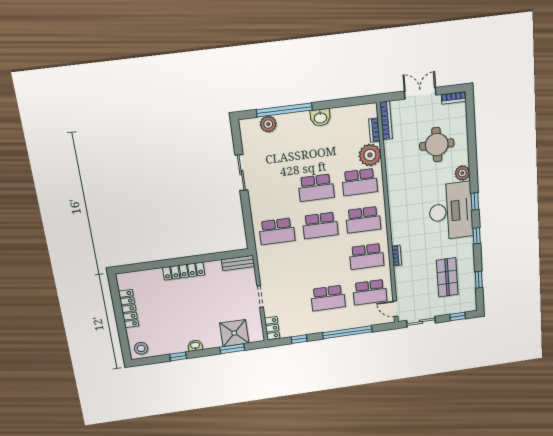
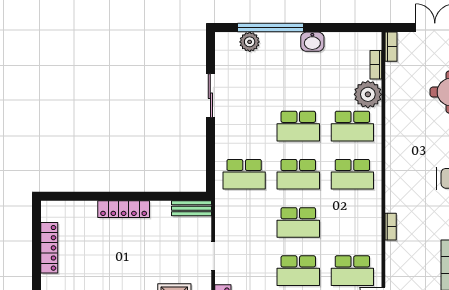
bookcase: (386, 120) -> (391, 47), width x0.64
school desk: (367, 256) -> (298, 222), moved

